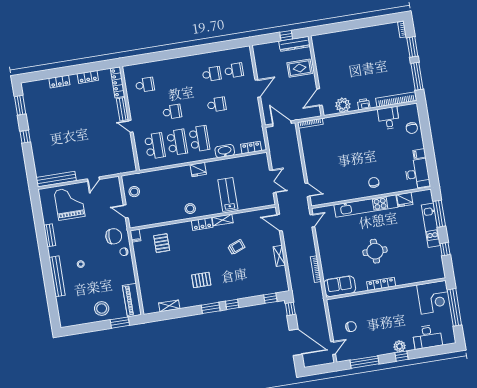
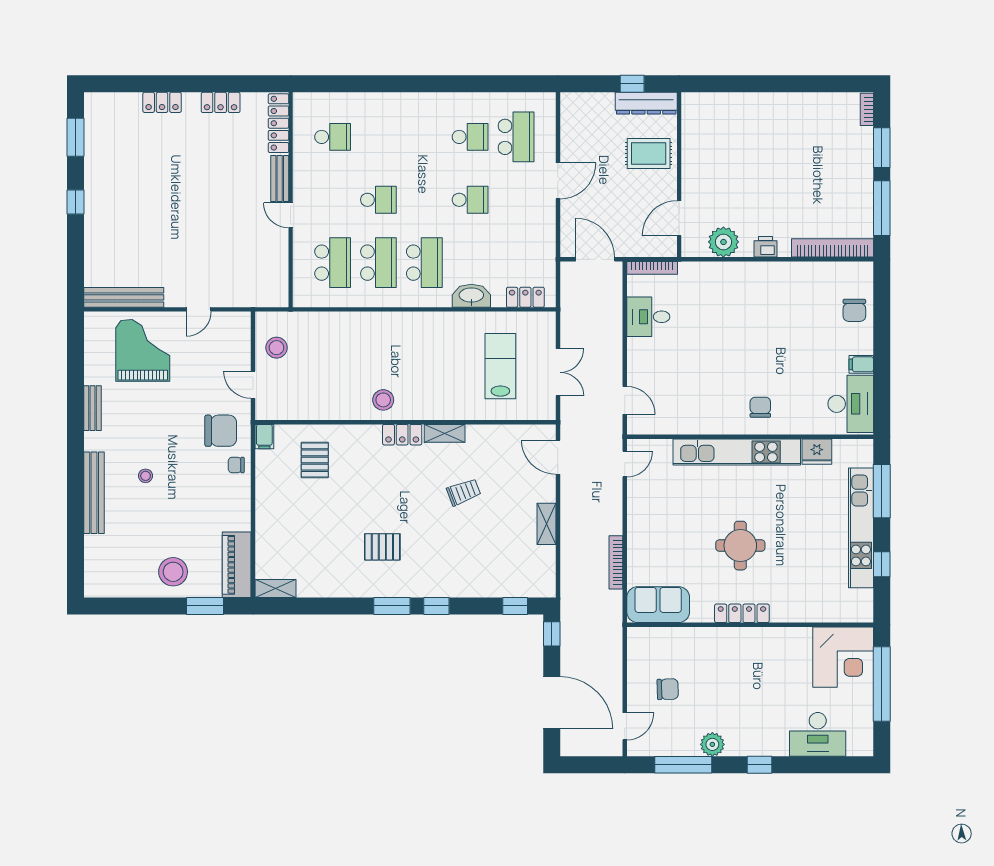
school desk: (234, 70) -> (516, 137), width x1.85
desk: (389, 118) -> (648, 317), moved, turned -90
fridge: (198, 169) -> (412, 324), removed
lab bench: (228, 194) -> (500, 366), moved
kitchen unit: (431, 225) -> (861, 528), width x1.36
shelving: (169, 306) -> (276, 588), moved
plant: (400, 346) -> (712, 744), moved

